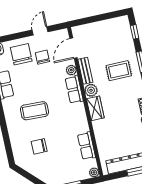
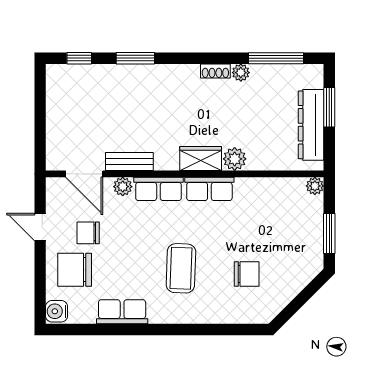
rug: (119, 71) -> (142, 102), removed
plant: (91, 90) -> (235, 159), moved
chair: (39, 146) -> (247, 274), turned -90
row of seats: (87, 146) -> (209, 189), moved

